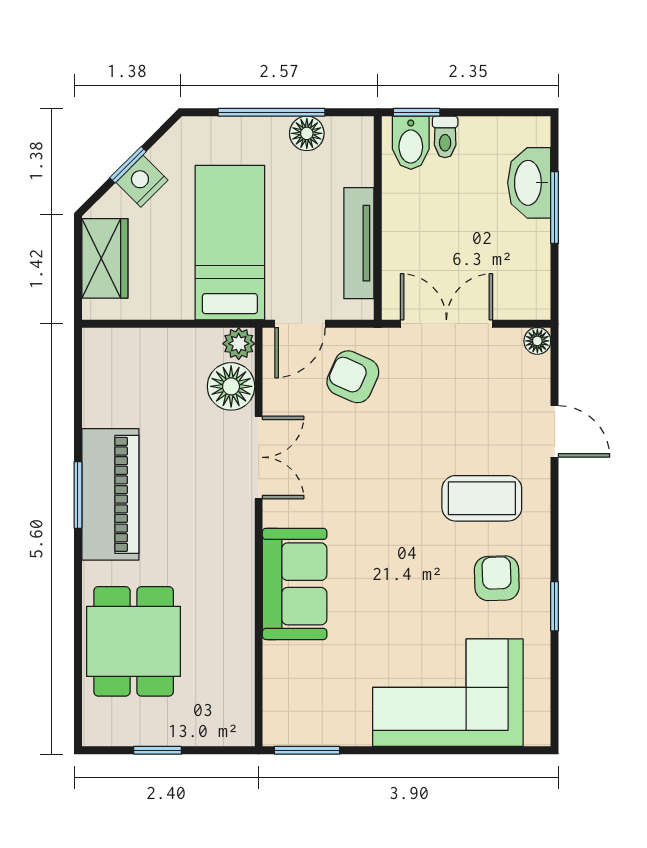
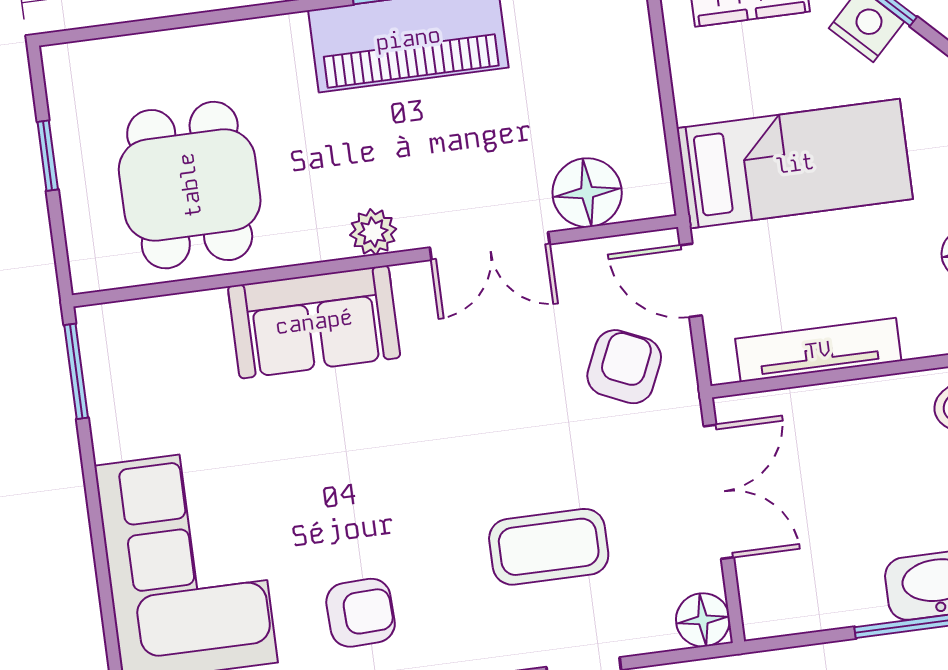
floor lamp: (537, 341) -> (703, 620), width x1.37, depth x1.37
plant: (239, 344) -> (373, 232), moved
coffee table: (482, 498) -> (549, 547), moved, turned 90
dining table: (134, 641) -> (190, 185), moved, turned 90

